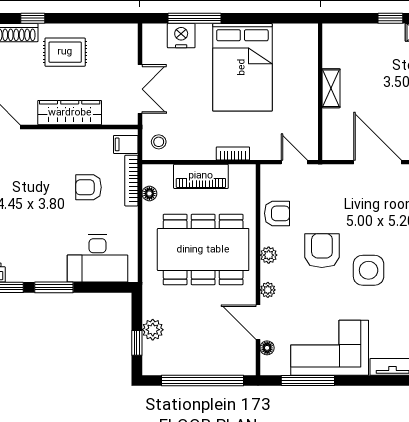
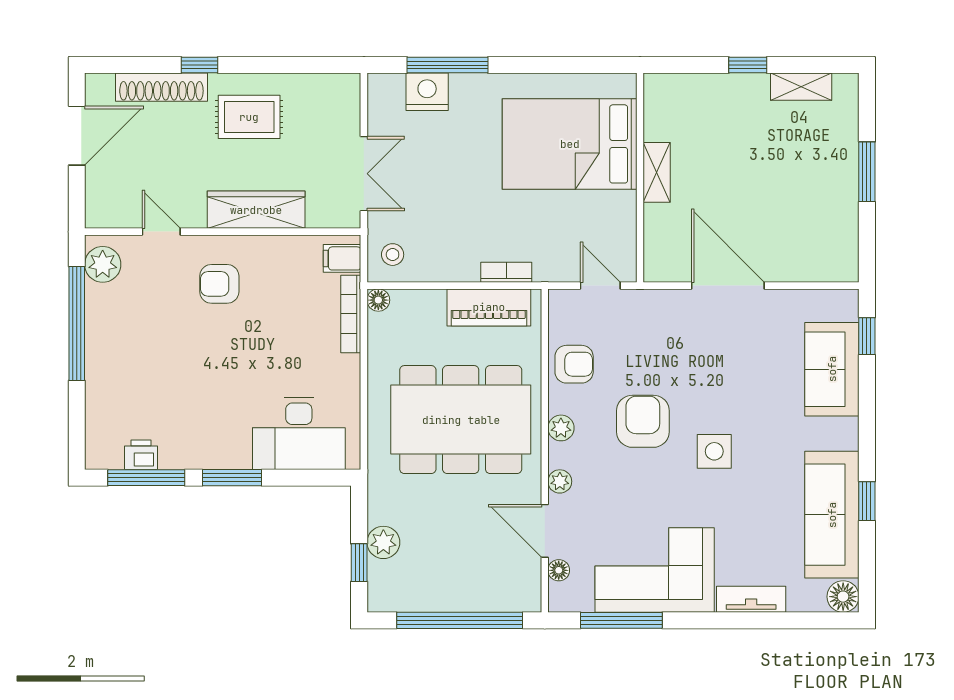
bed: (242, 67) -> (570, 144), moved, turned 90
piano: (201, 176) -> (489, 307), moved
armchair: (89, 187) -> (219, 284), moved
floor lamp: (149, 194) -> (378, 300), moved
side table: (369, 270) -> (714, 451), width x0.73, depth x0.73

